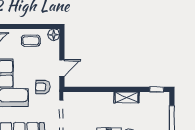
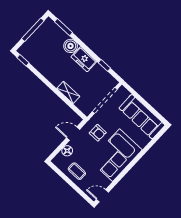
floor lamp: (54, 35) -> (67, 151), moved
shelving: (127, 97) -> (68, 92), moved

